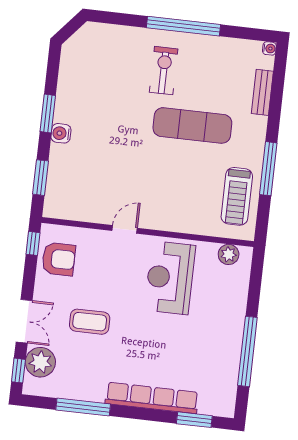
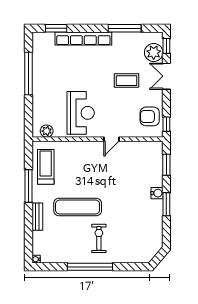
exercise bike: (164, 71) -> (99, 238), turned 180
bench: (262, 92) -> (37, 217), moved

